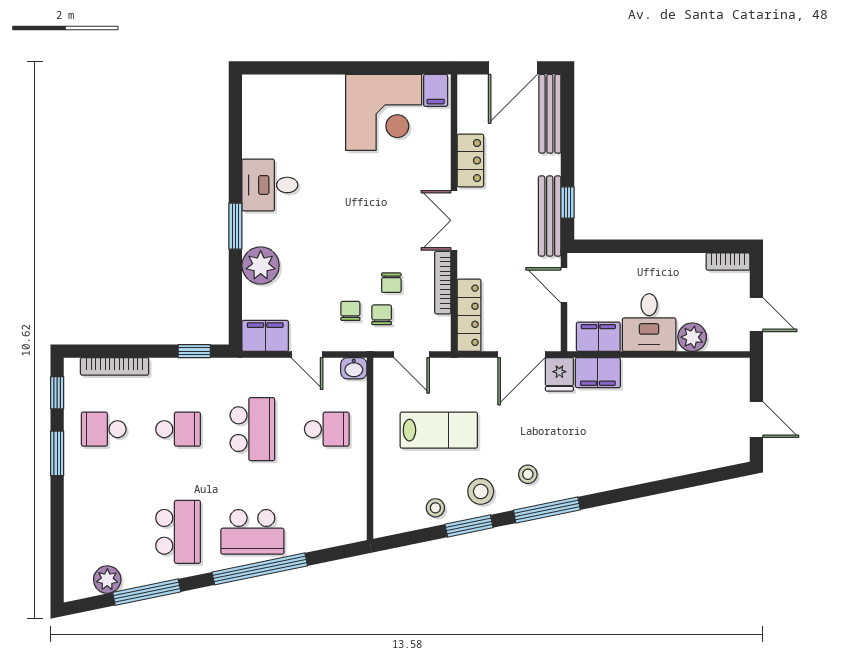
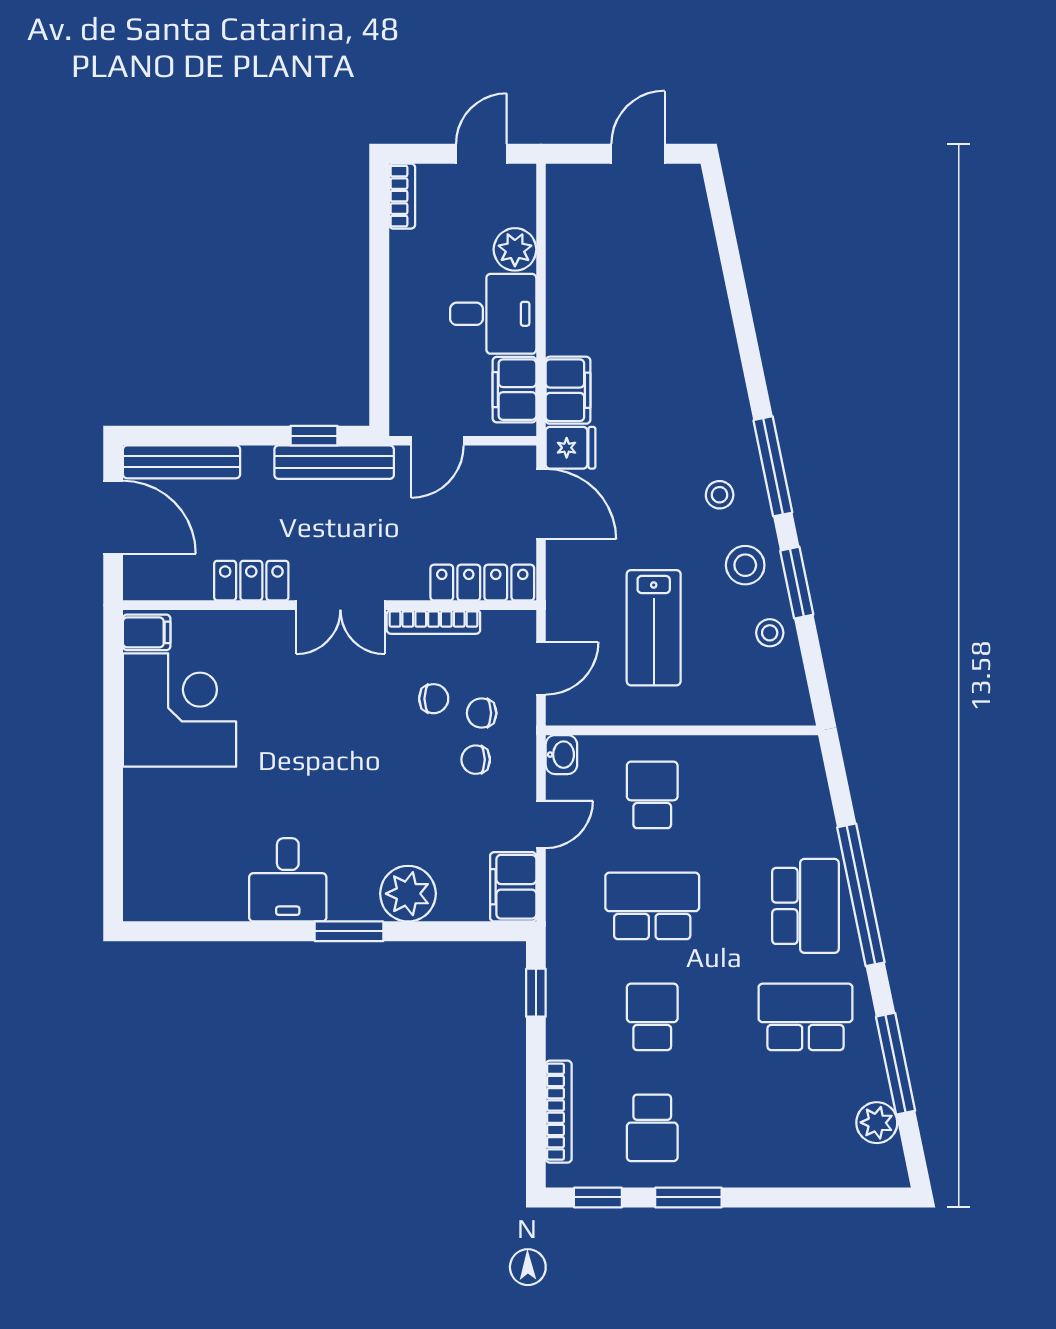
lab bench: (439, 430) -> (654, 628), turned 180

